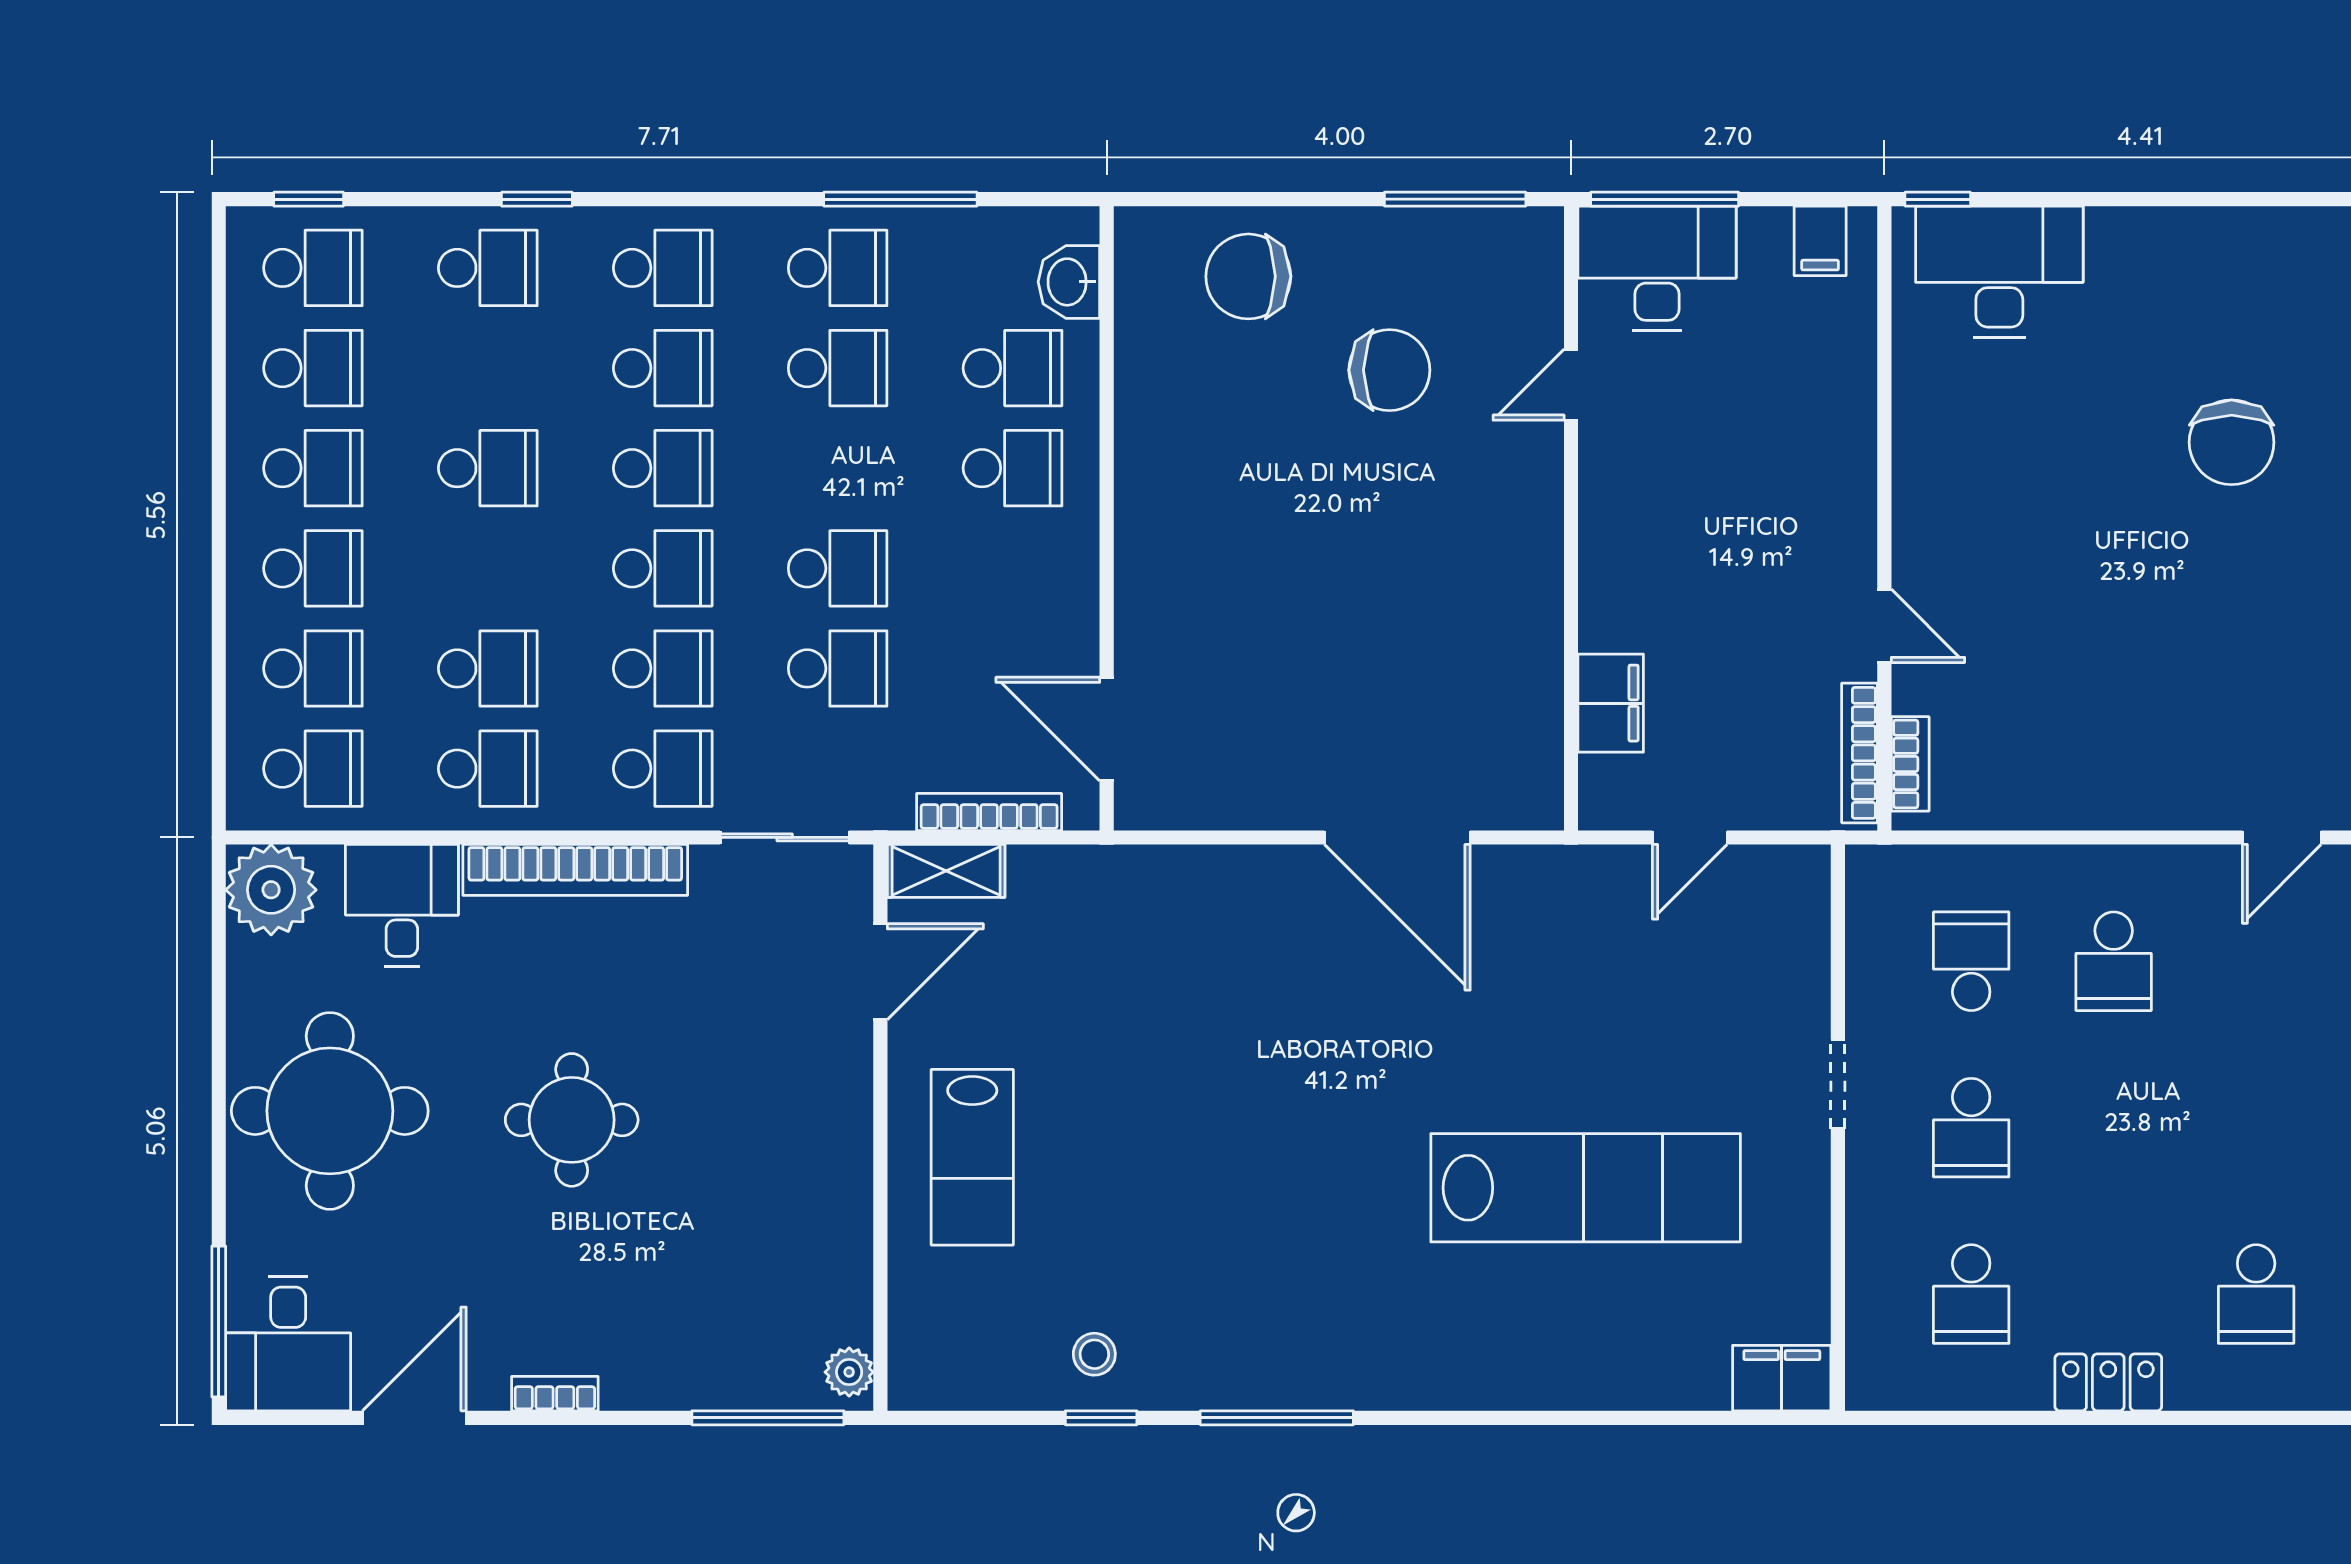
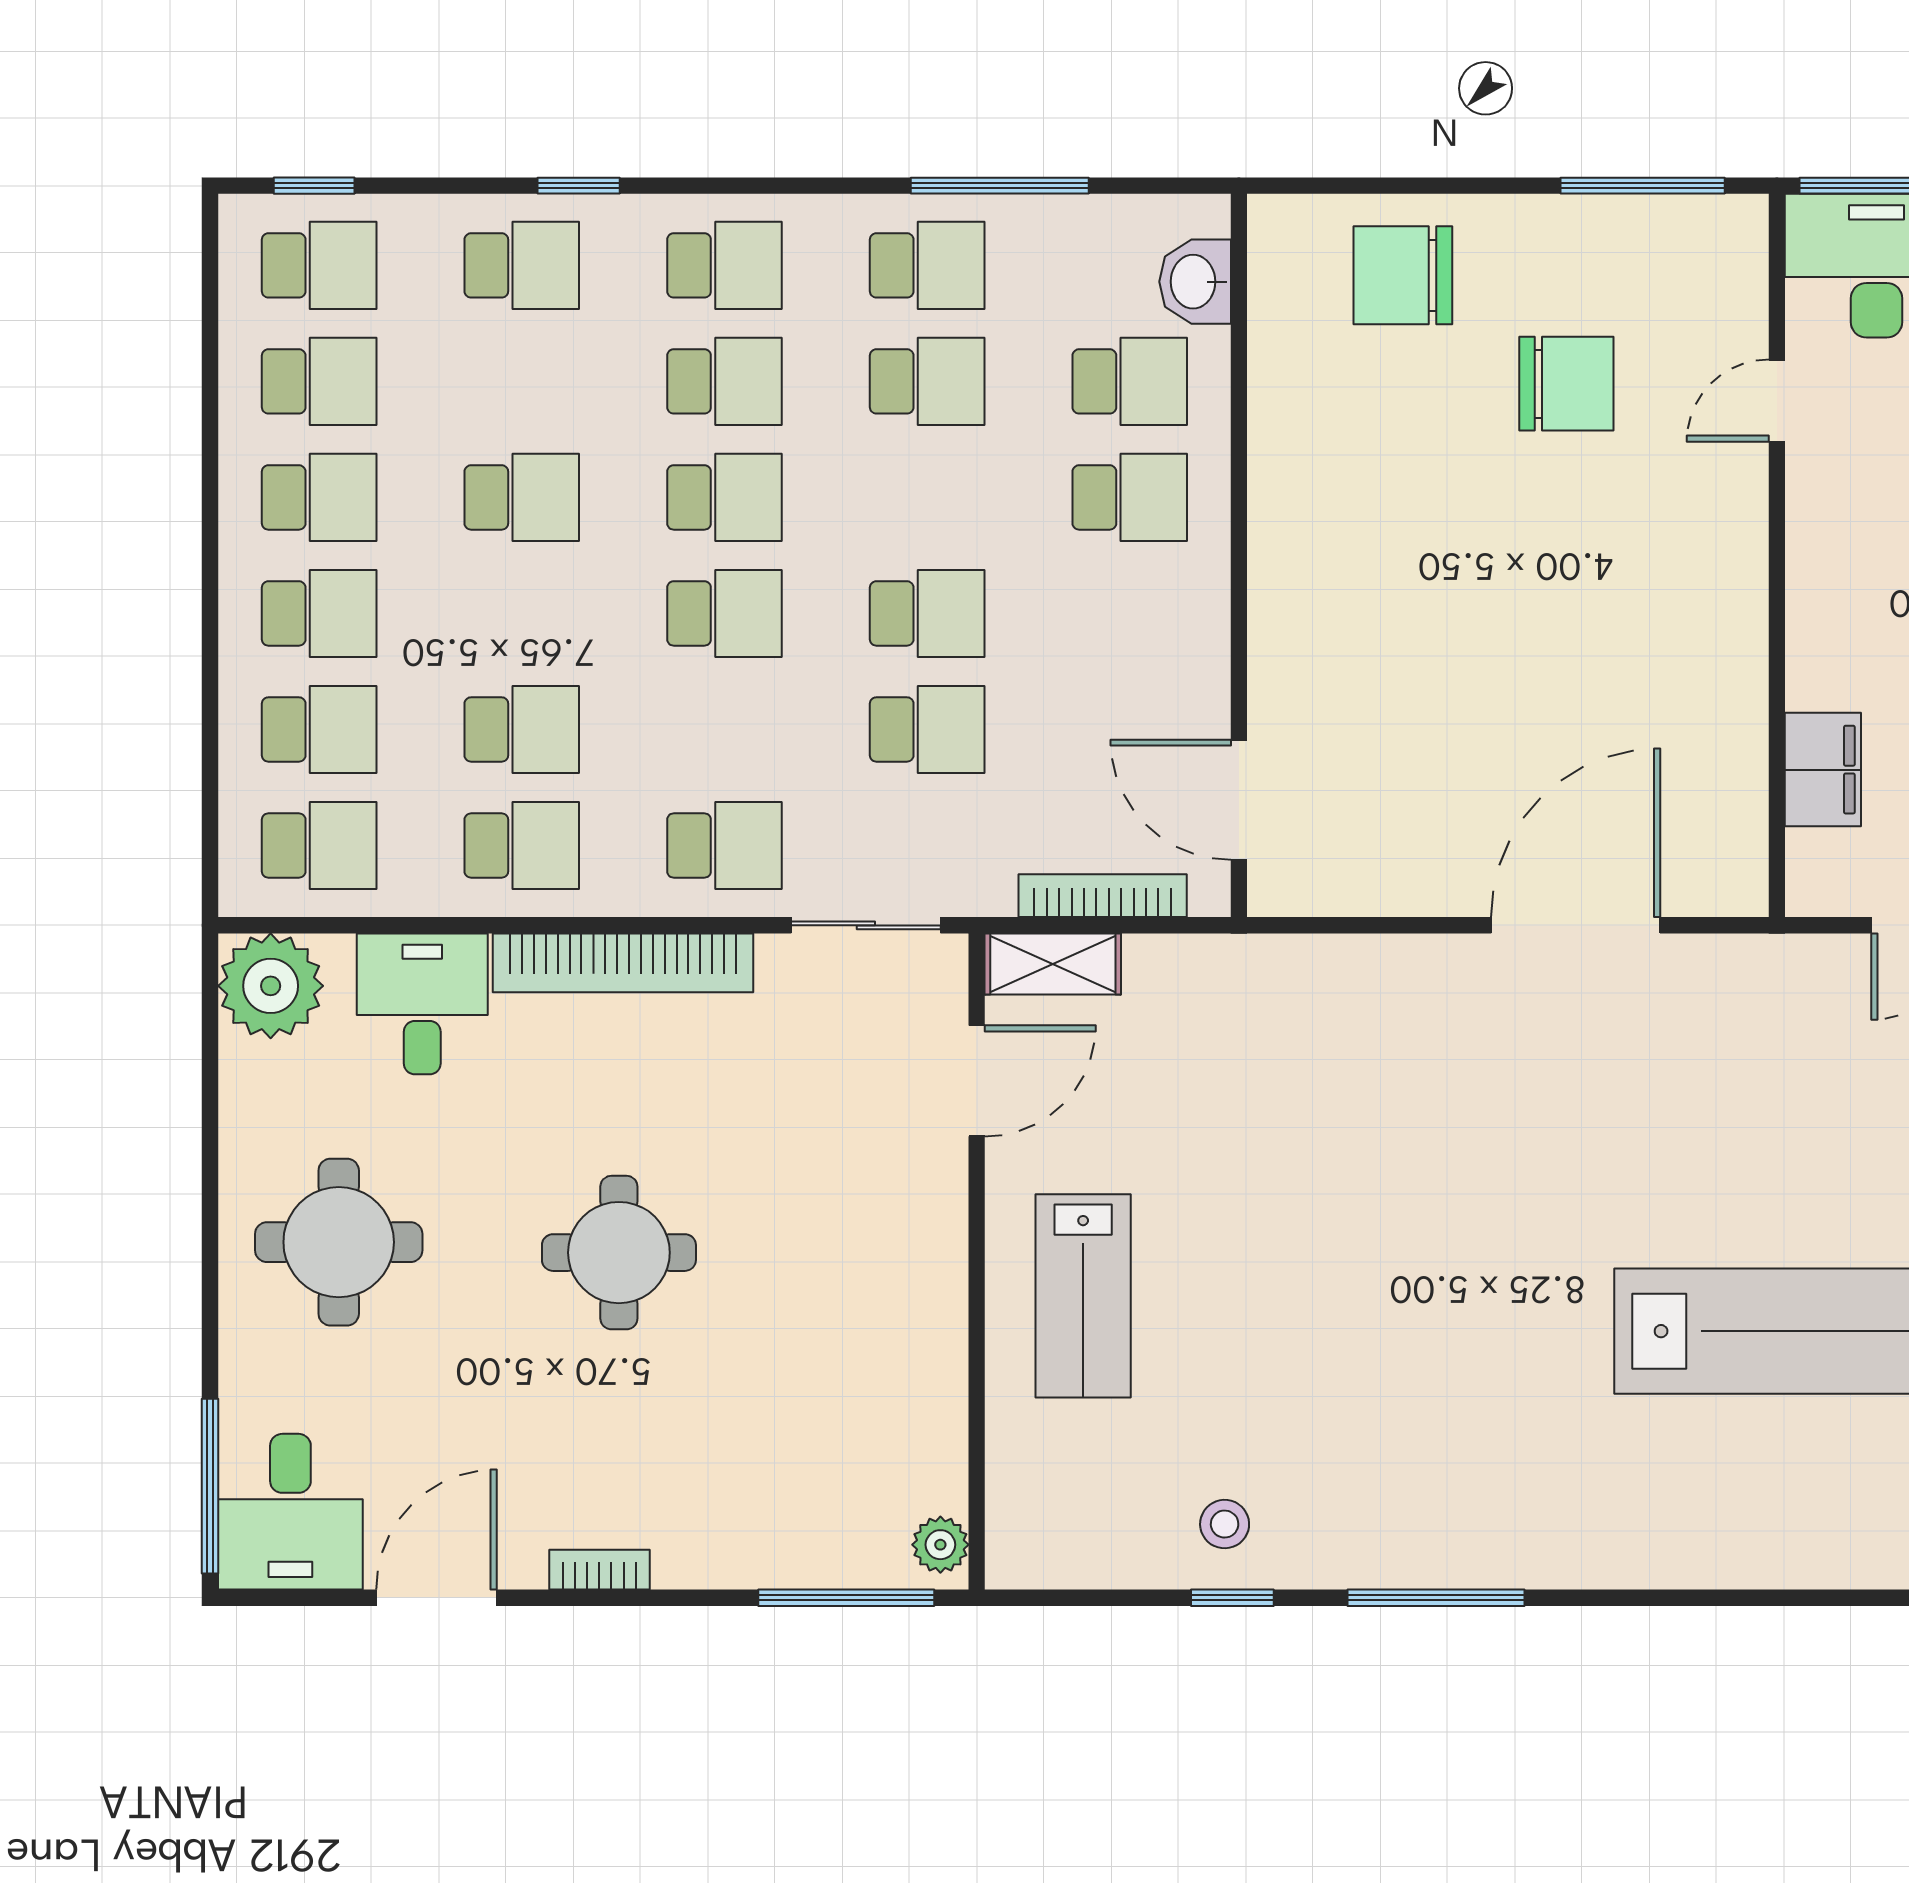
school desk: (663, 668) -> (724, 729), removed
door: (1397, 837) -> (1576, 925), swing flipped
round table: (330, 1111) -> (339, 1242), width x0.73, depth x0.73

